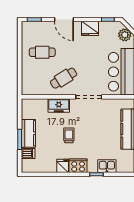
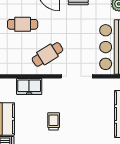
freezer: (59, 106) -> (29, 86), moved

